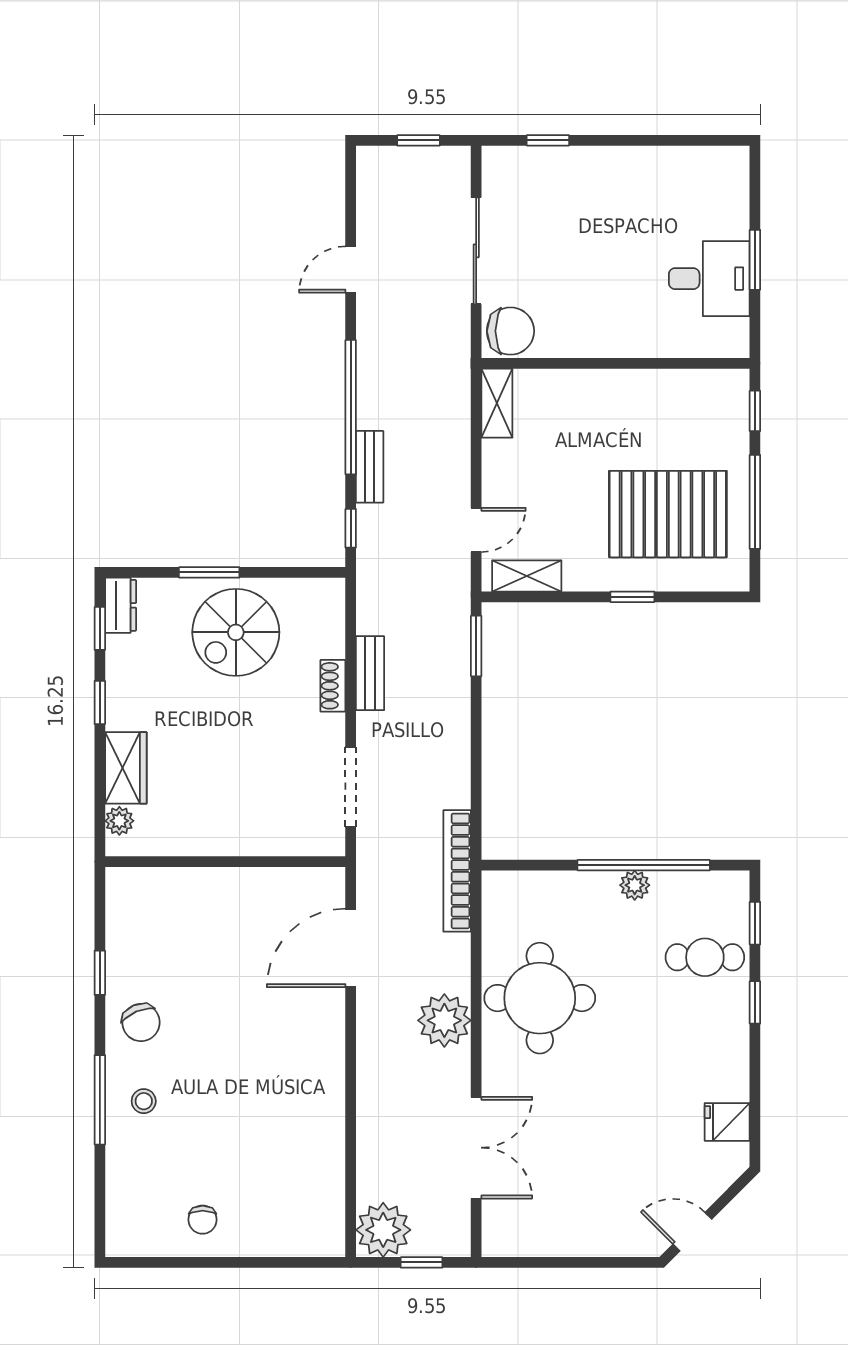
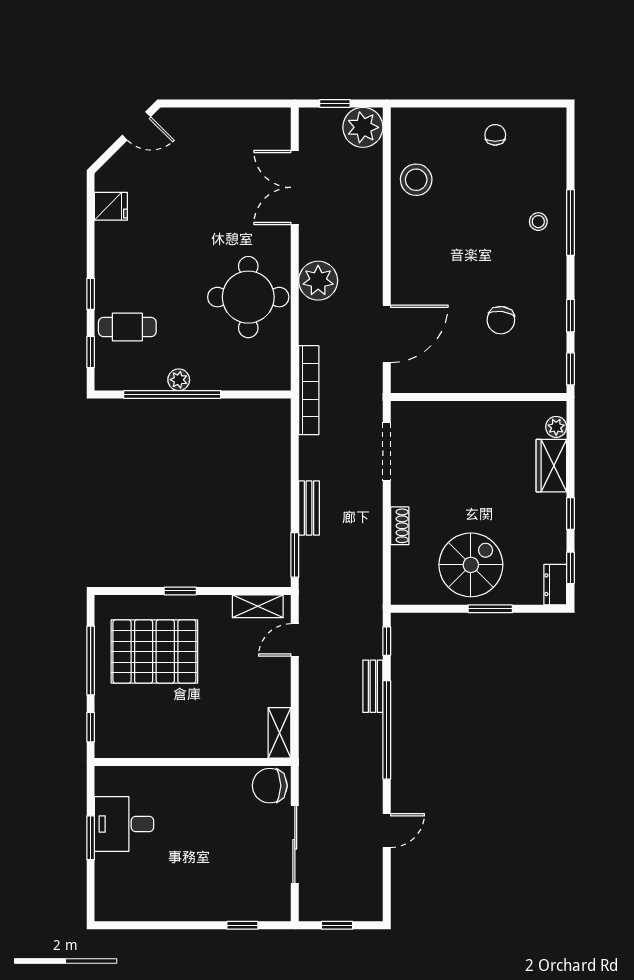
bench: (370, 673) -> (309, 508), moved
window: (100, 900) -> (570, 369), added
chair: (141, 1022) -> (501, 320), moved, turned -150
stool: (311, 1158) -> (416, 180), added

